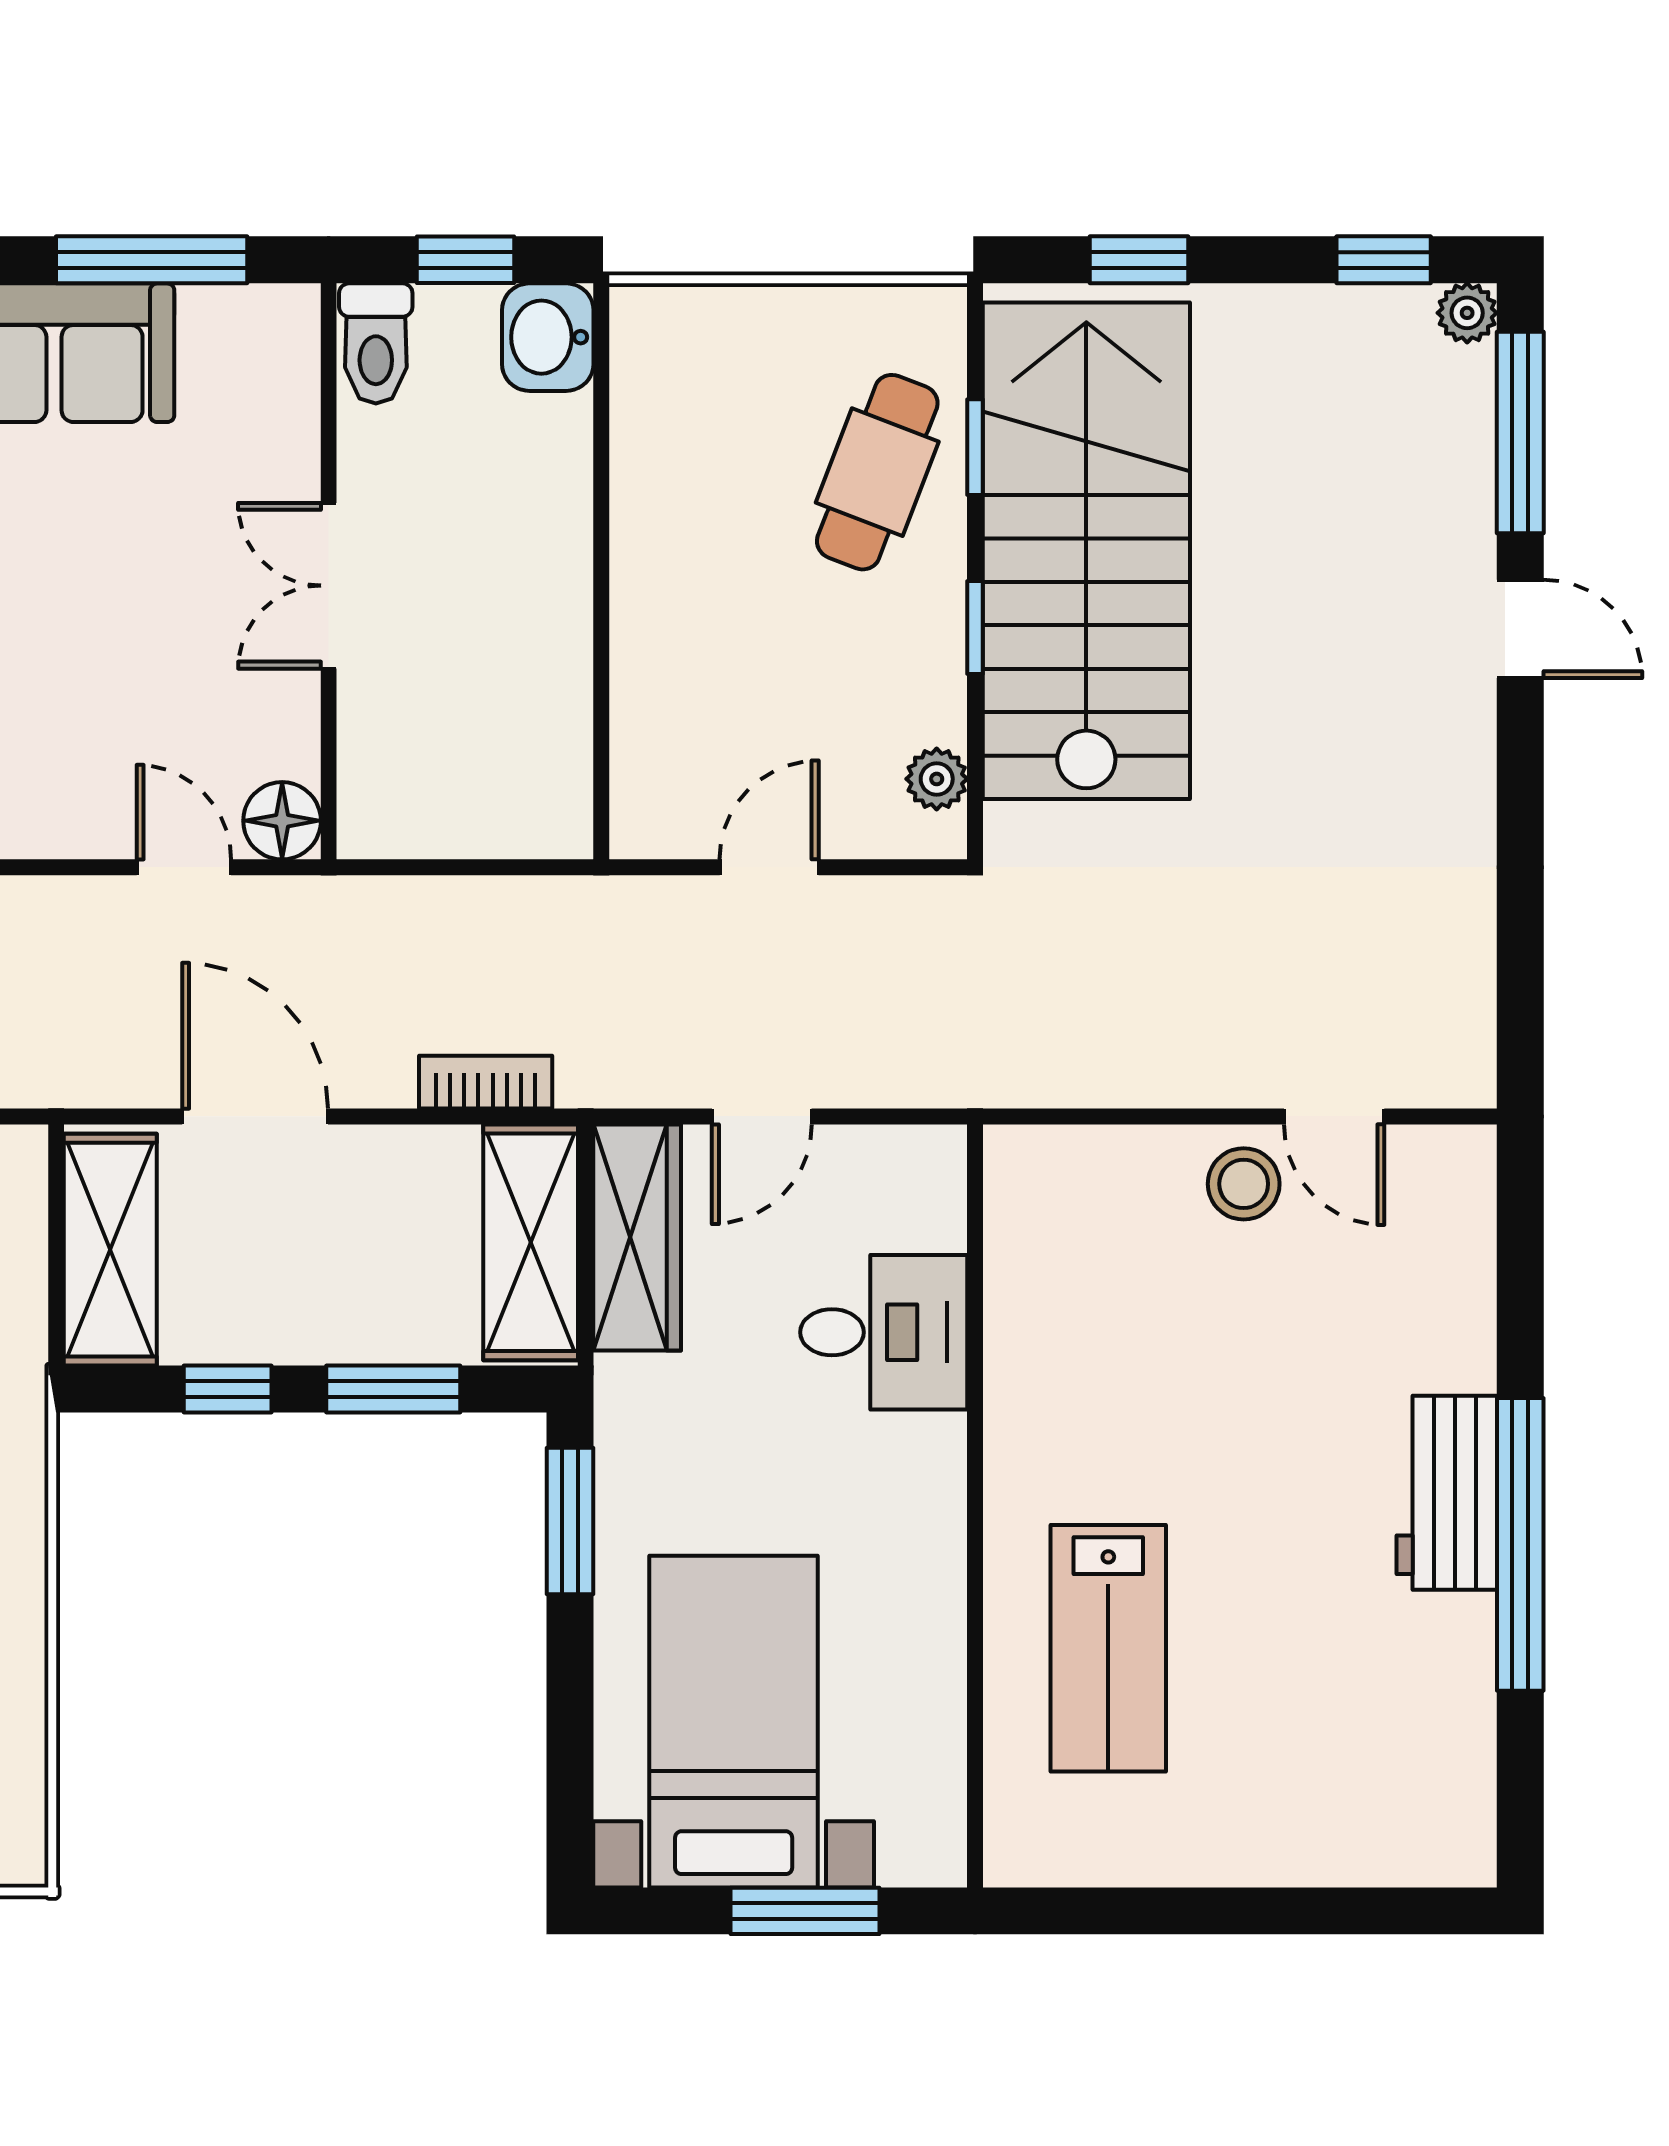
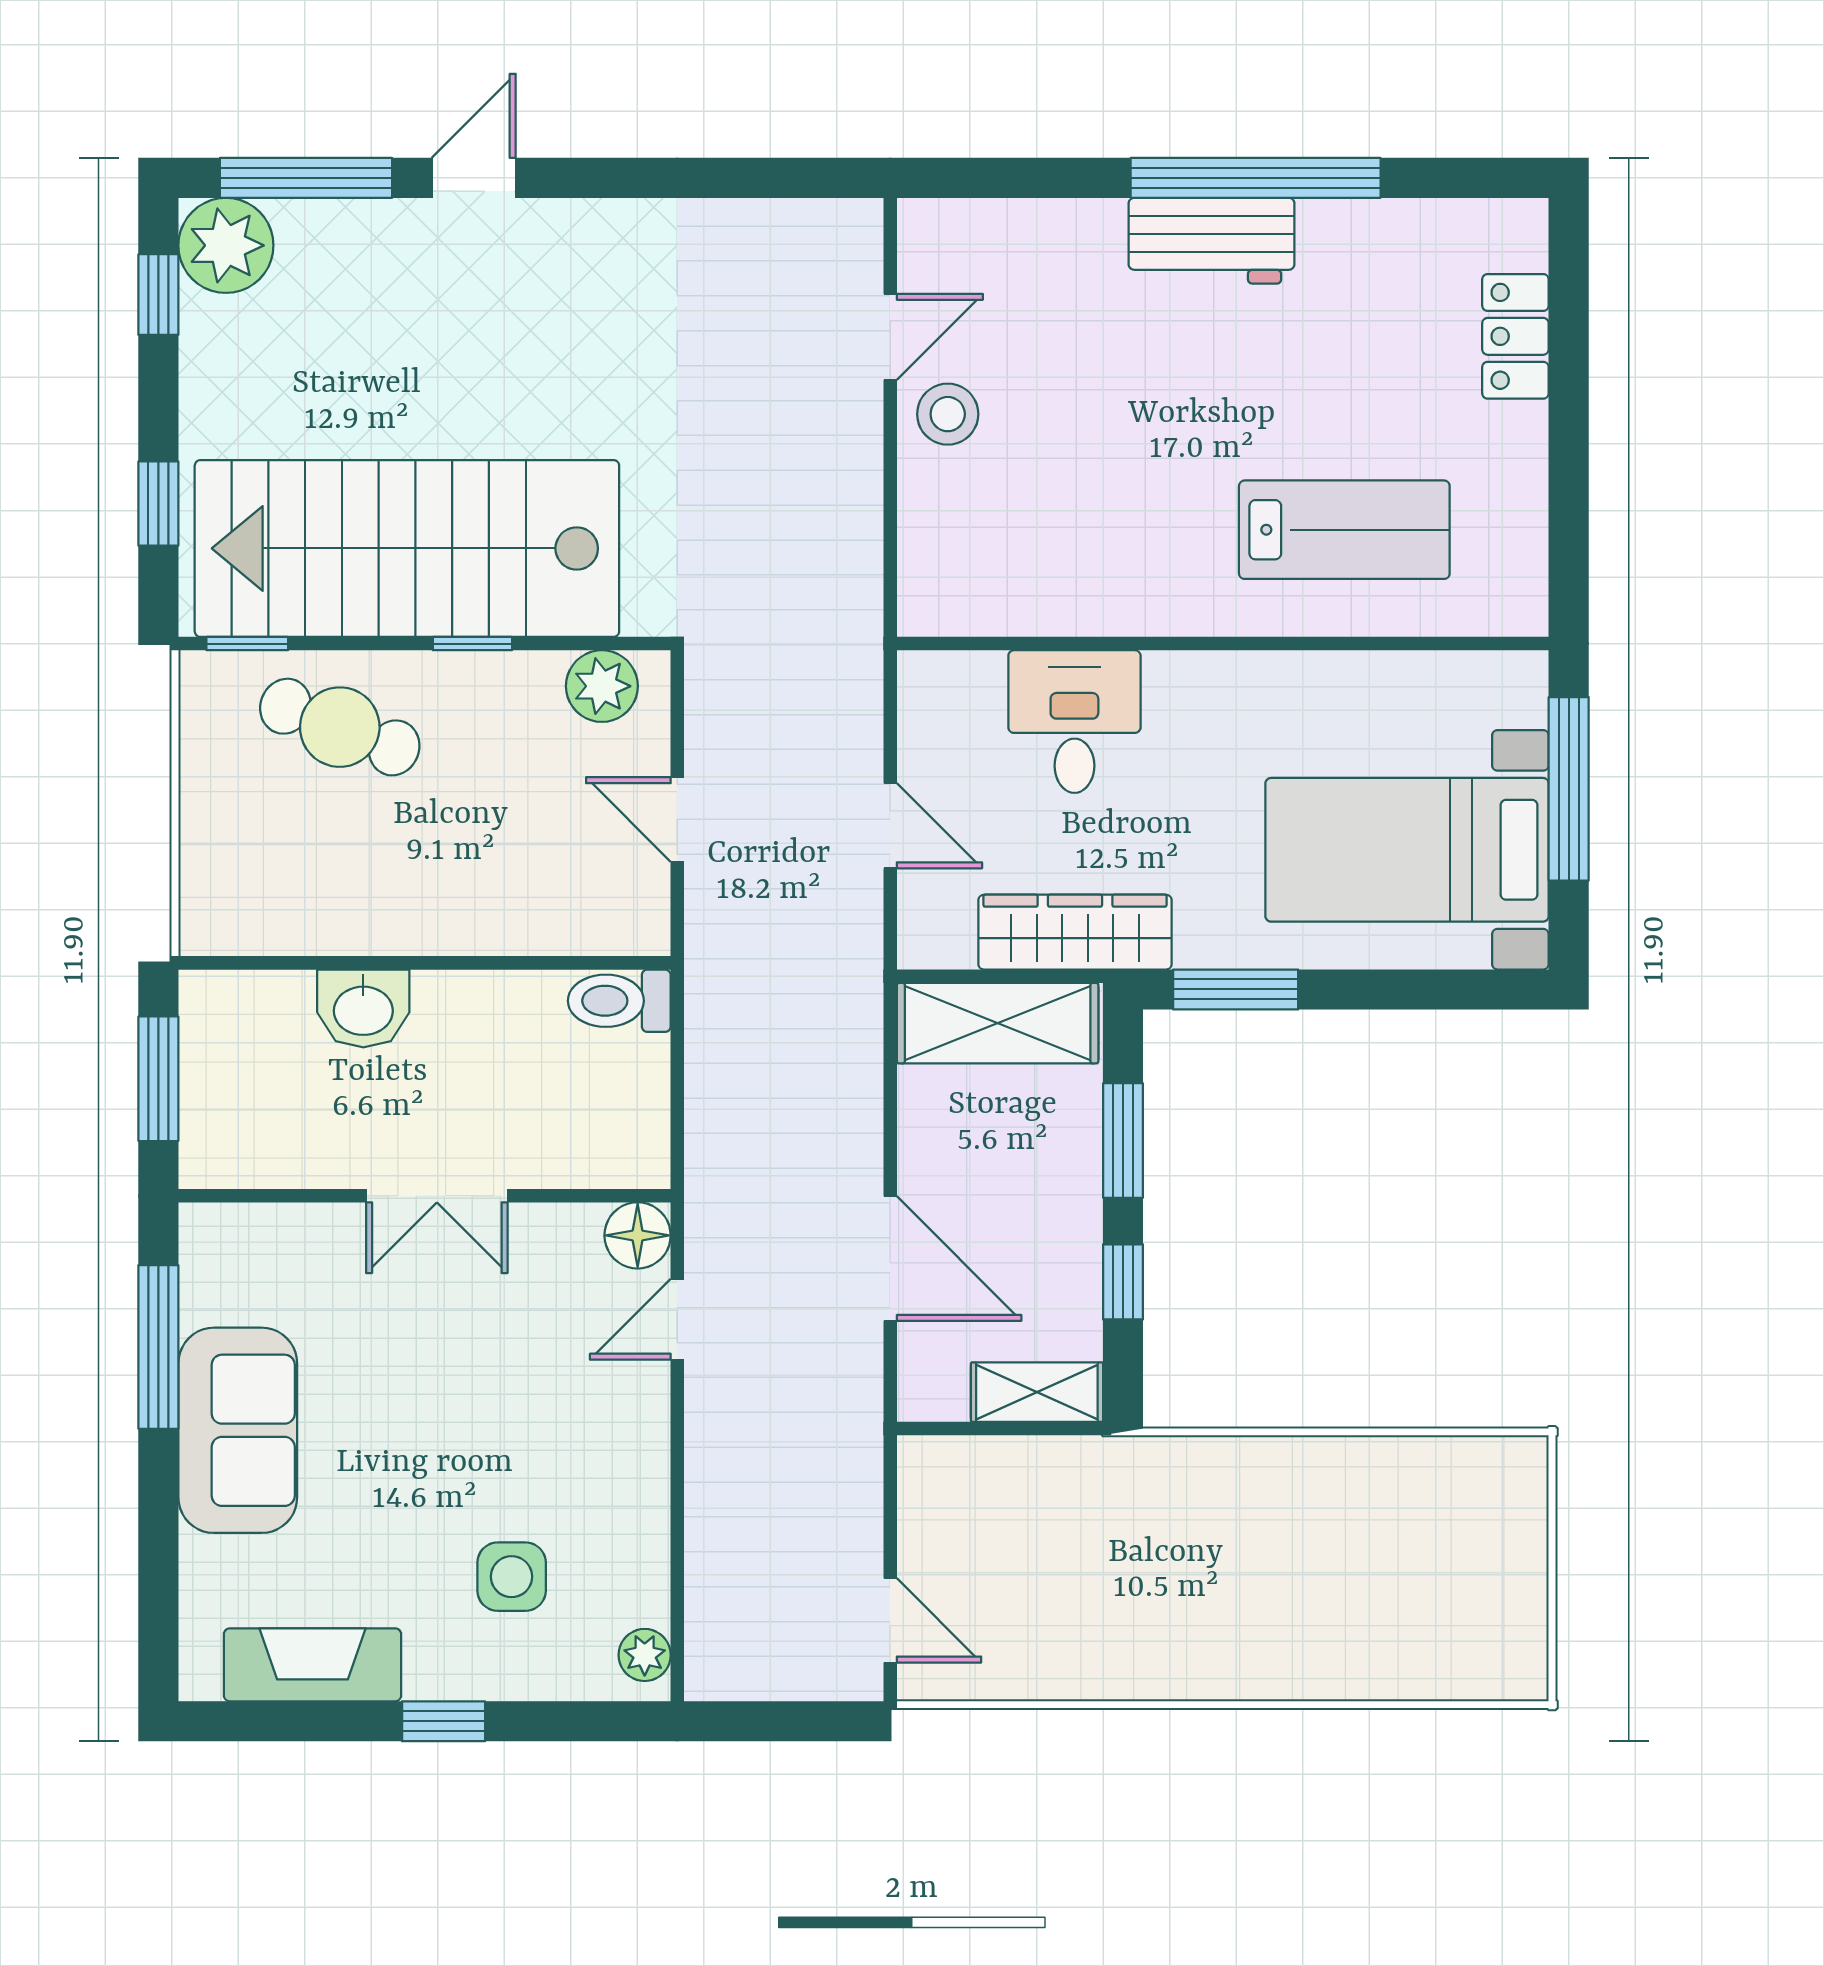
window: (466, 260) -> (158, 1079), width x1.50
plant: (1467, 313) -> (226, 245), width x1.88, depth x1.88
washbasin: (548, 337) -> (363, 1008), moved
toilet: (376, 343) -> (619, 1001), moved, turned 180
window: (975, 447) -> (247, 644), moved
plant: (937, 779) -> (602, 686), width x1.38, depth x1.38
bookcase: (486, 1082) -> (861, 1062), removed
door: (255, 1116) -> (890, 1259), swing flipped
wardrobe: (637, 1237) -> (1075, 932), moved
shelving: (110, 1250) -> (1037, 1392), width x0.67, depth x0.75
locker: (1335, 1849) -> (1515, 336), added
window: (805, 1911) -> (1569, 789), width x1.44

